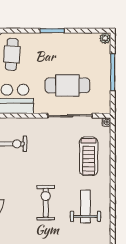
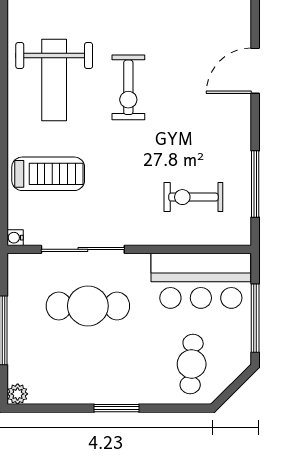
treadmill: (89, 156) -> (48, 174), turned 90
weight bench: (85, 207) -> (54, 80), width x1.36, depth x1.33

